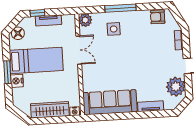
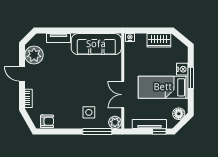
window: (120, 8) -> (97, 132), moved
tv unit: (48, 20) -> (149, 124), width x1.41
wardrobe: (50, 110) -> (159, 40), width x0.67

